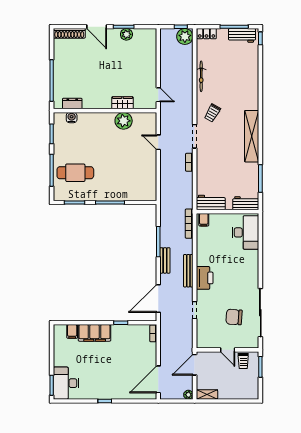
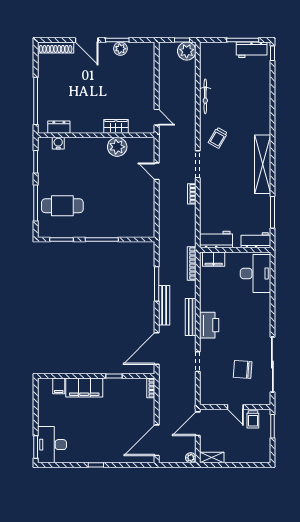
locker: (207, 34) -> (211, 48), removed
filing cabinet: (204, 220) -> (214, 259), width x2.00
bench: (165, 260) -> (164, 305), width x1.36

